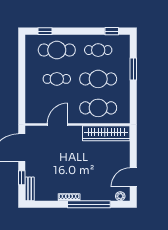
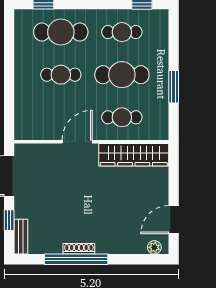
window: (133, 69) -> (174, 87), moved
cafe table: (98, 108) -> (122, 117), width x0.73, depth x0.74
door: (57, 125) -> (77, 142), moved
window: (89, 204) -> (76, 259), moved

